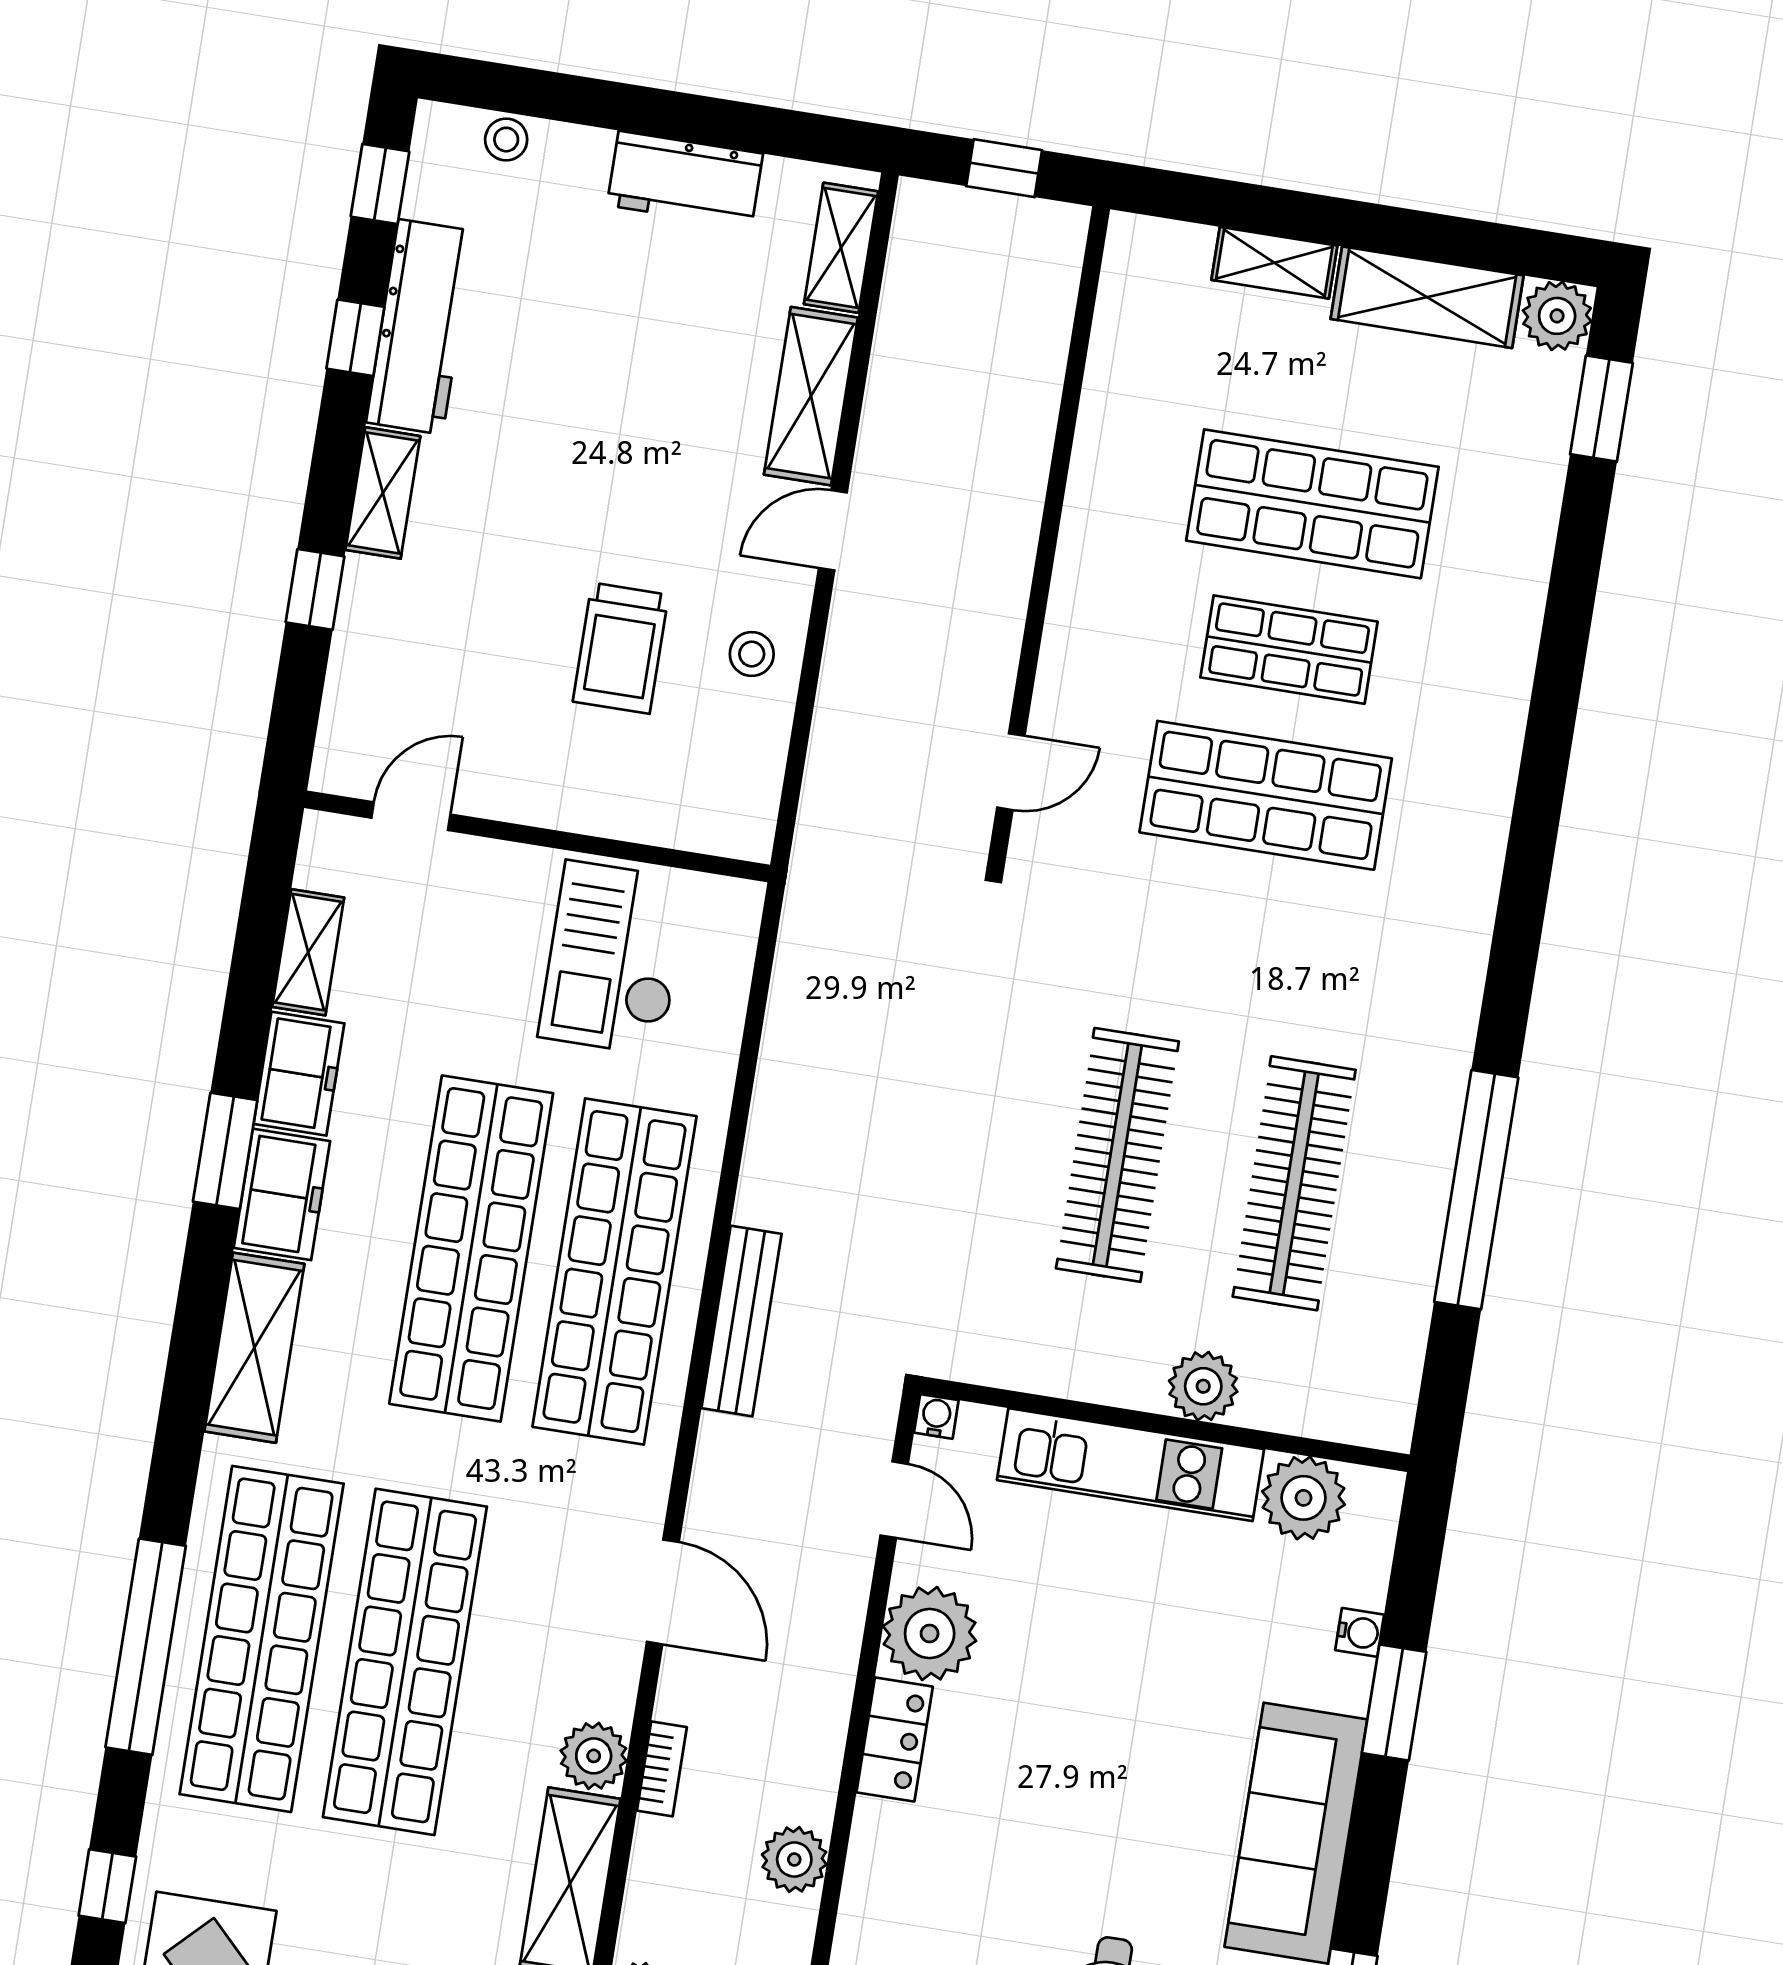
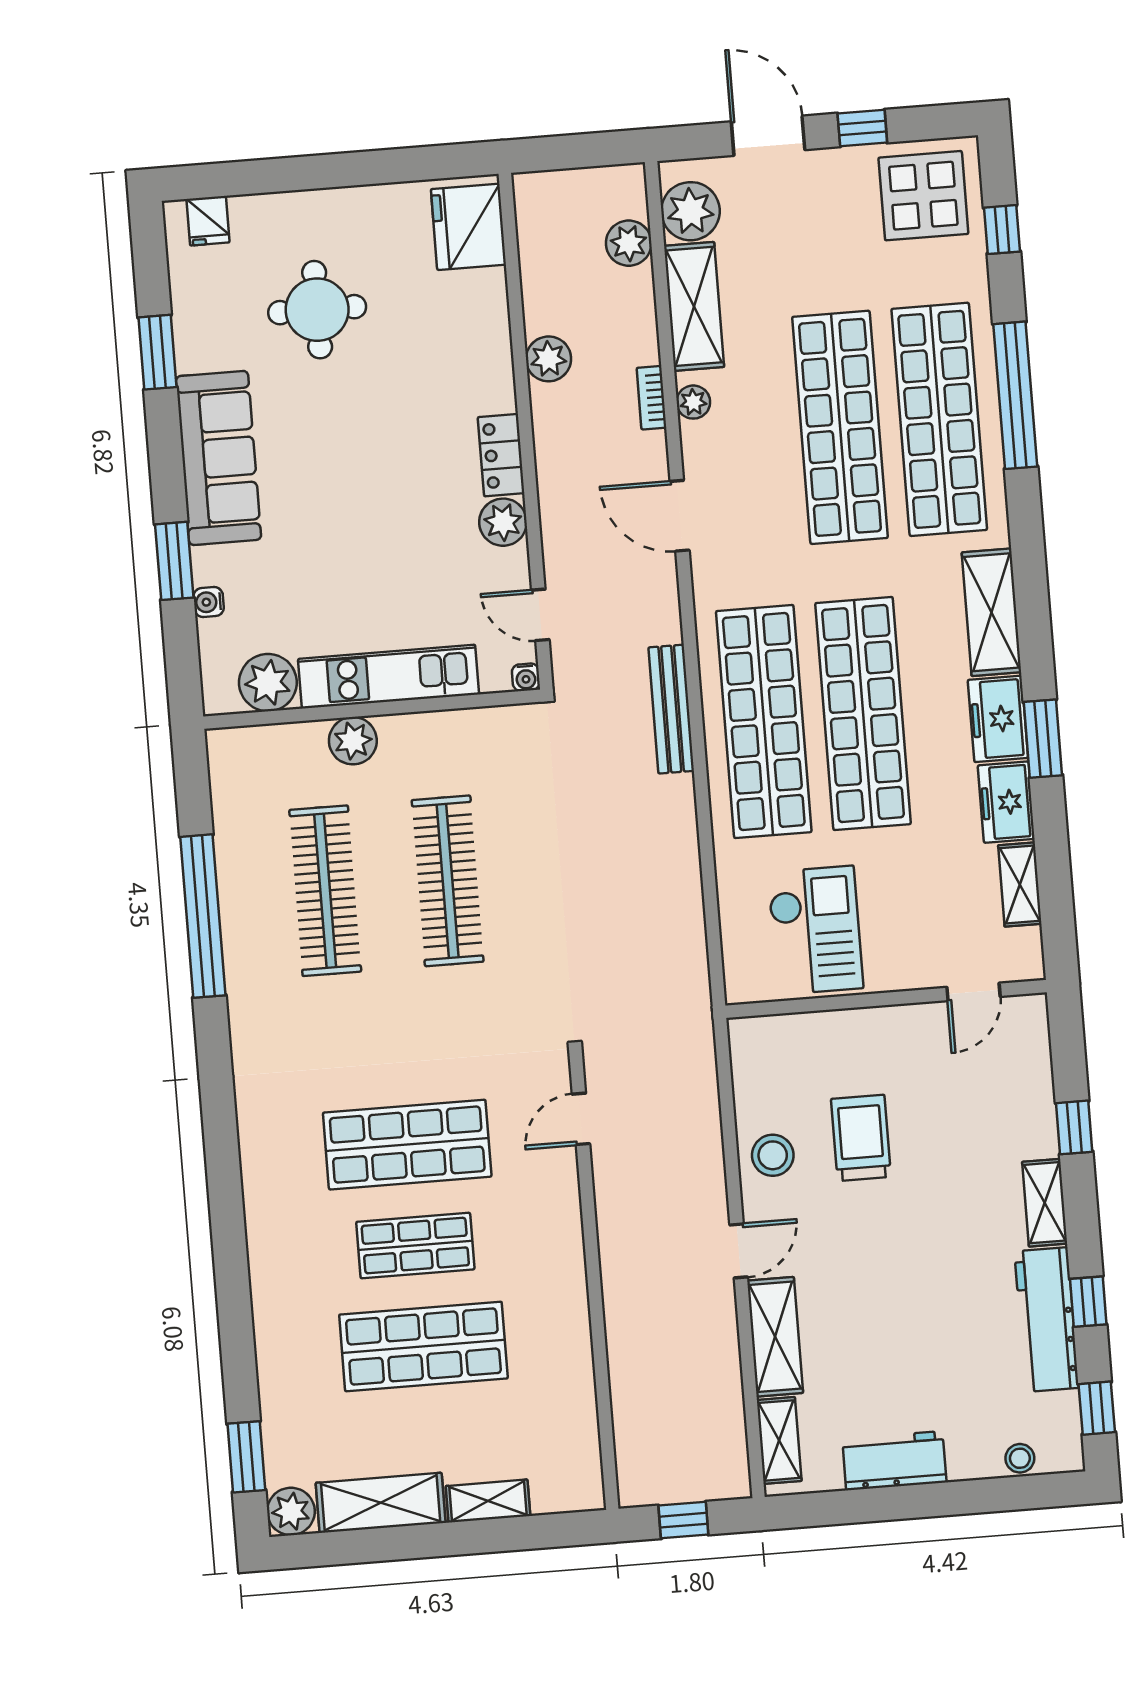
stool: (752, 654) -> (773, 1155), width x1.37, depth x1.37
plant: (930, 1634) -> (503, 522), width x0.73, depth x0.73
plant: (594, 1756) -> (693, 402), width x0.73, depth x0.73

